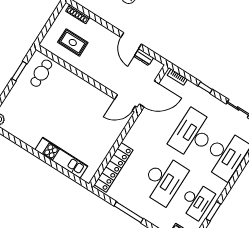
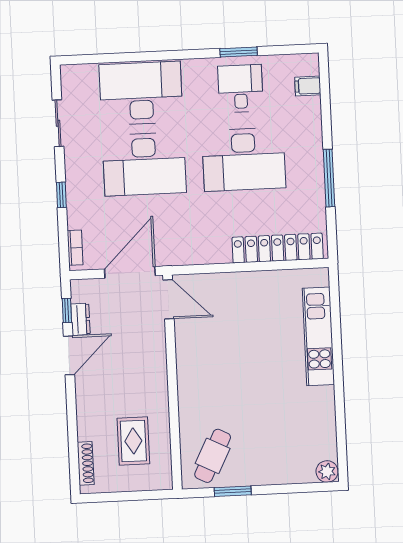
window: (152, 54) -> (67, 311), added
cafe table: (41, 73) -> (213, 456), turned -63
door: (149, 94) -> (130, 272), hinge flipped
desk: (164, 180) -> (244, 159), turned 180
desk: (196, 201) -> (240, 89), width x0.73

